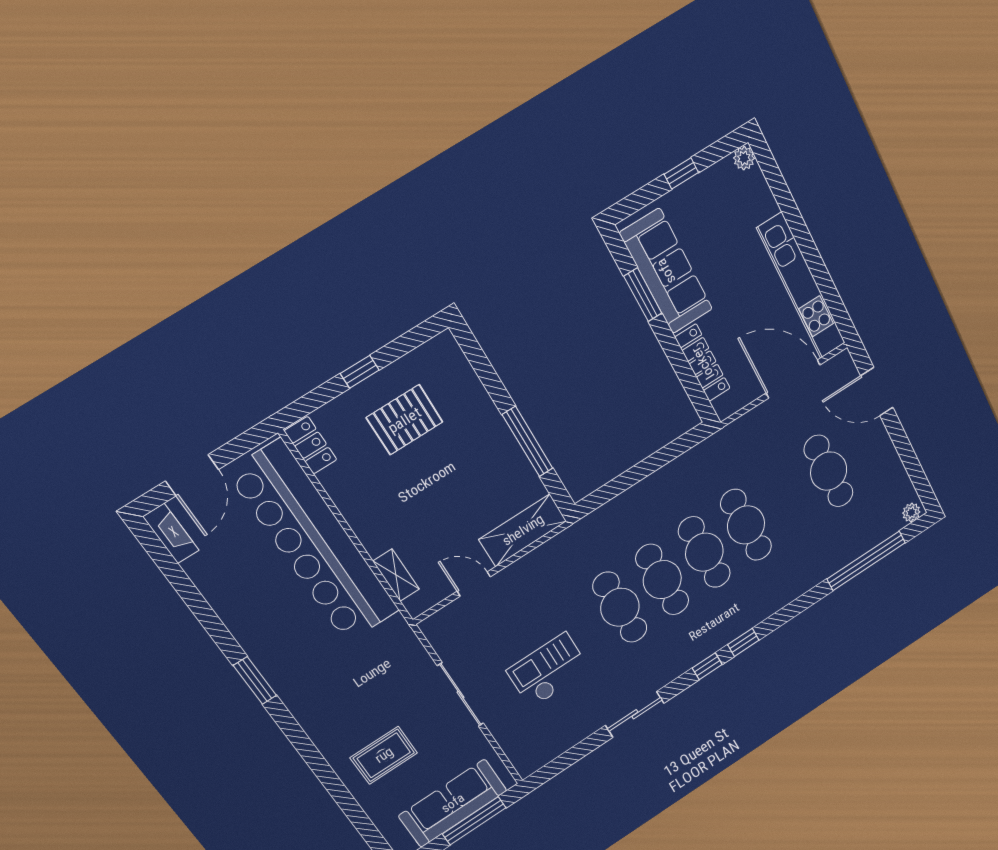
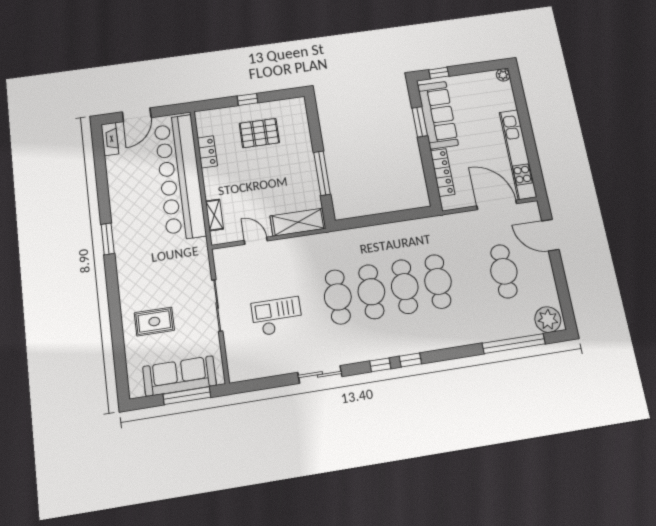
window: (681, 173) -> (439, 73), moved
locker: (311, 445) -> (207, 152), moved
plant: (911, 512) -> (548, 320), width x1.88, depth x1.88

